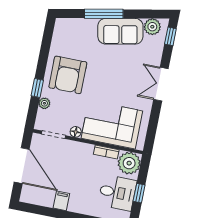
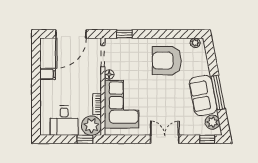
window: (104, 14) -> (218, 93), moved
armchair: (68, 75) -> (167, 61), moved
window: (37, 88) -> (124, 34), moved
plant: (44, 103) -> (195, 43), moved
window: (139, 193) -> (85, 139), moved

